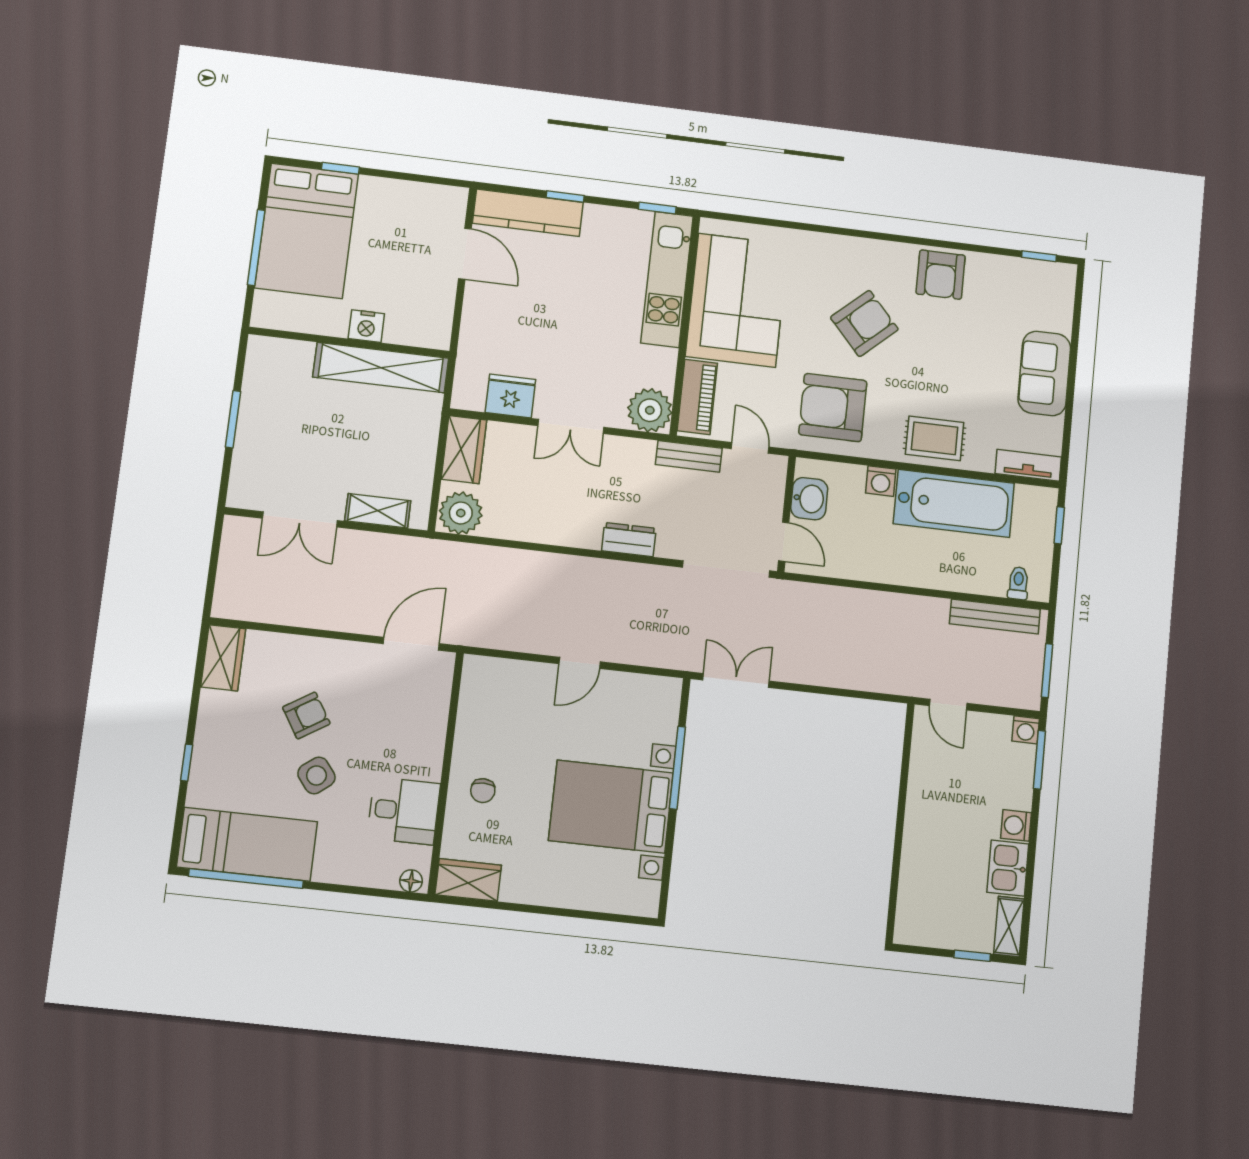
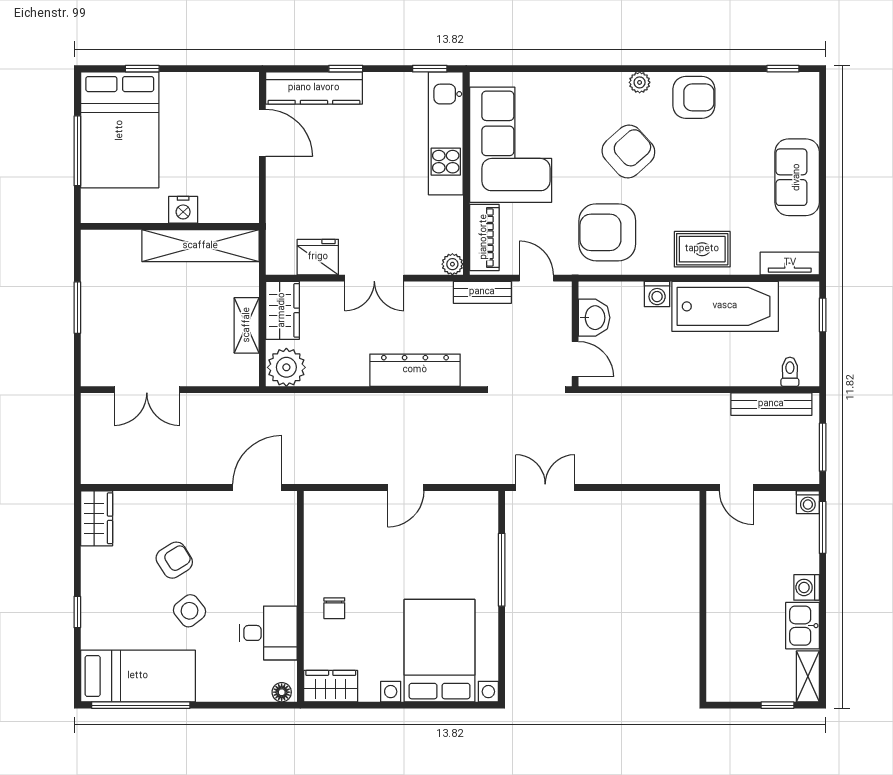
plant: (884, 251) -> (640, 82), added
armchair: (941, 275) -> (694, 97), turned -90
plant: (650, 410) -> (452, 264), width x0.53, depth x0.53
shelving: (378, 511) -> (247, 325), moved, turned 90
dresser: (629, 540) -> (415, 370), width x1.96, depth x1.24
bed with nightstands: (611, 807) -> (440, 651), moved, turned 90

